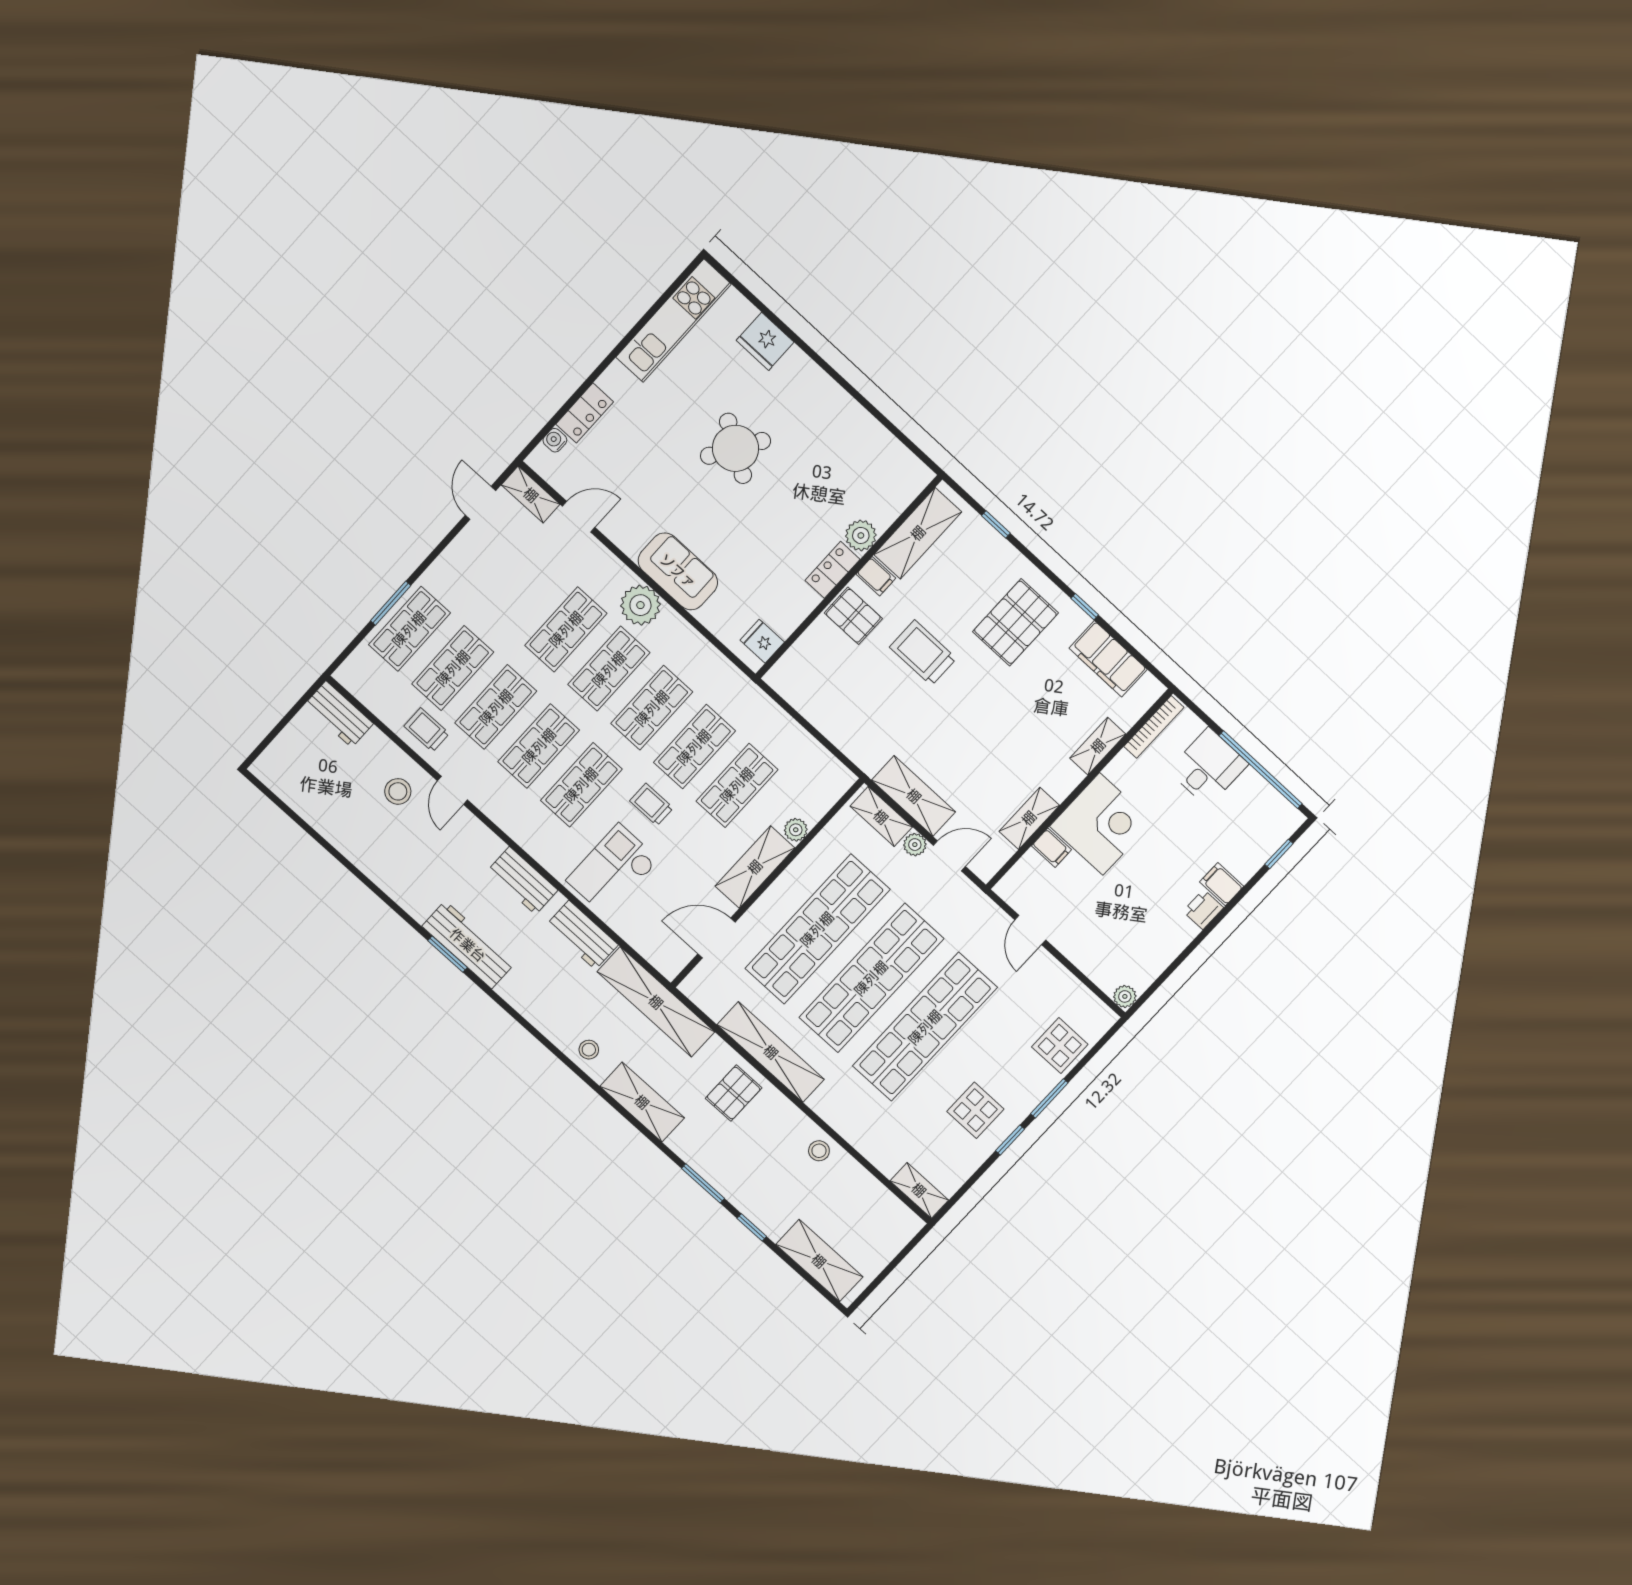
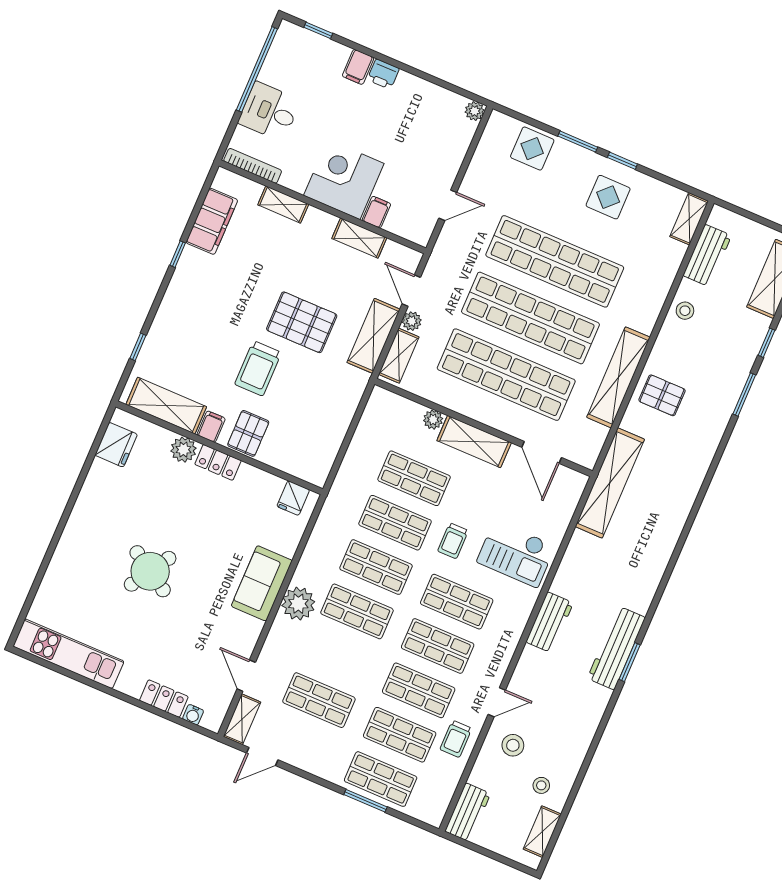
fridge: (765, 341) -> (116, 445), moved
pallet: (1015, 622) -> (302, 322), moved
shop shelf: (566, 629) -> (319, 700), moved
workbench: (582, 935) -> (707, 256), moved
stool: (589, 1050) -> (541, 785), moved
shelving: (642, 1102) -> (542, 832), moved, width x0.67, depth x0.75

